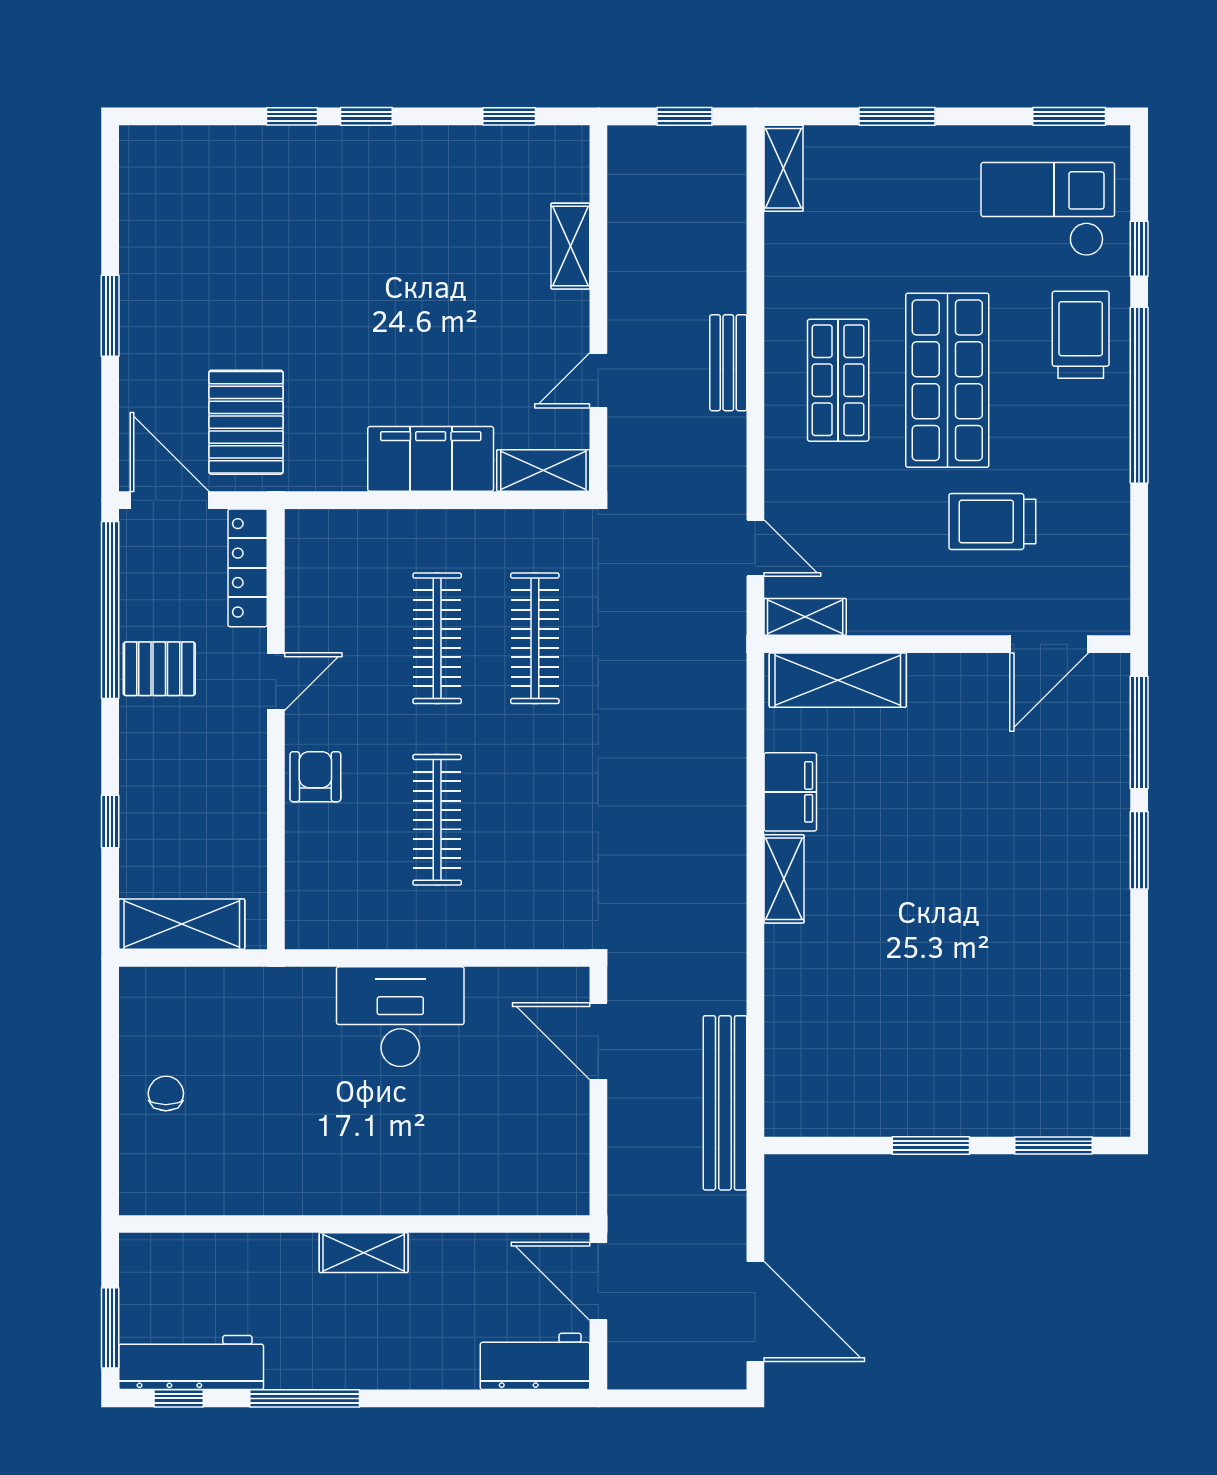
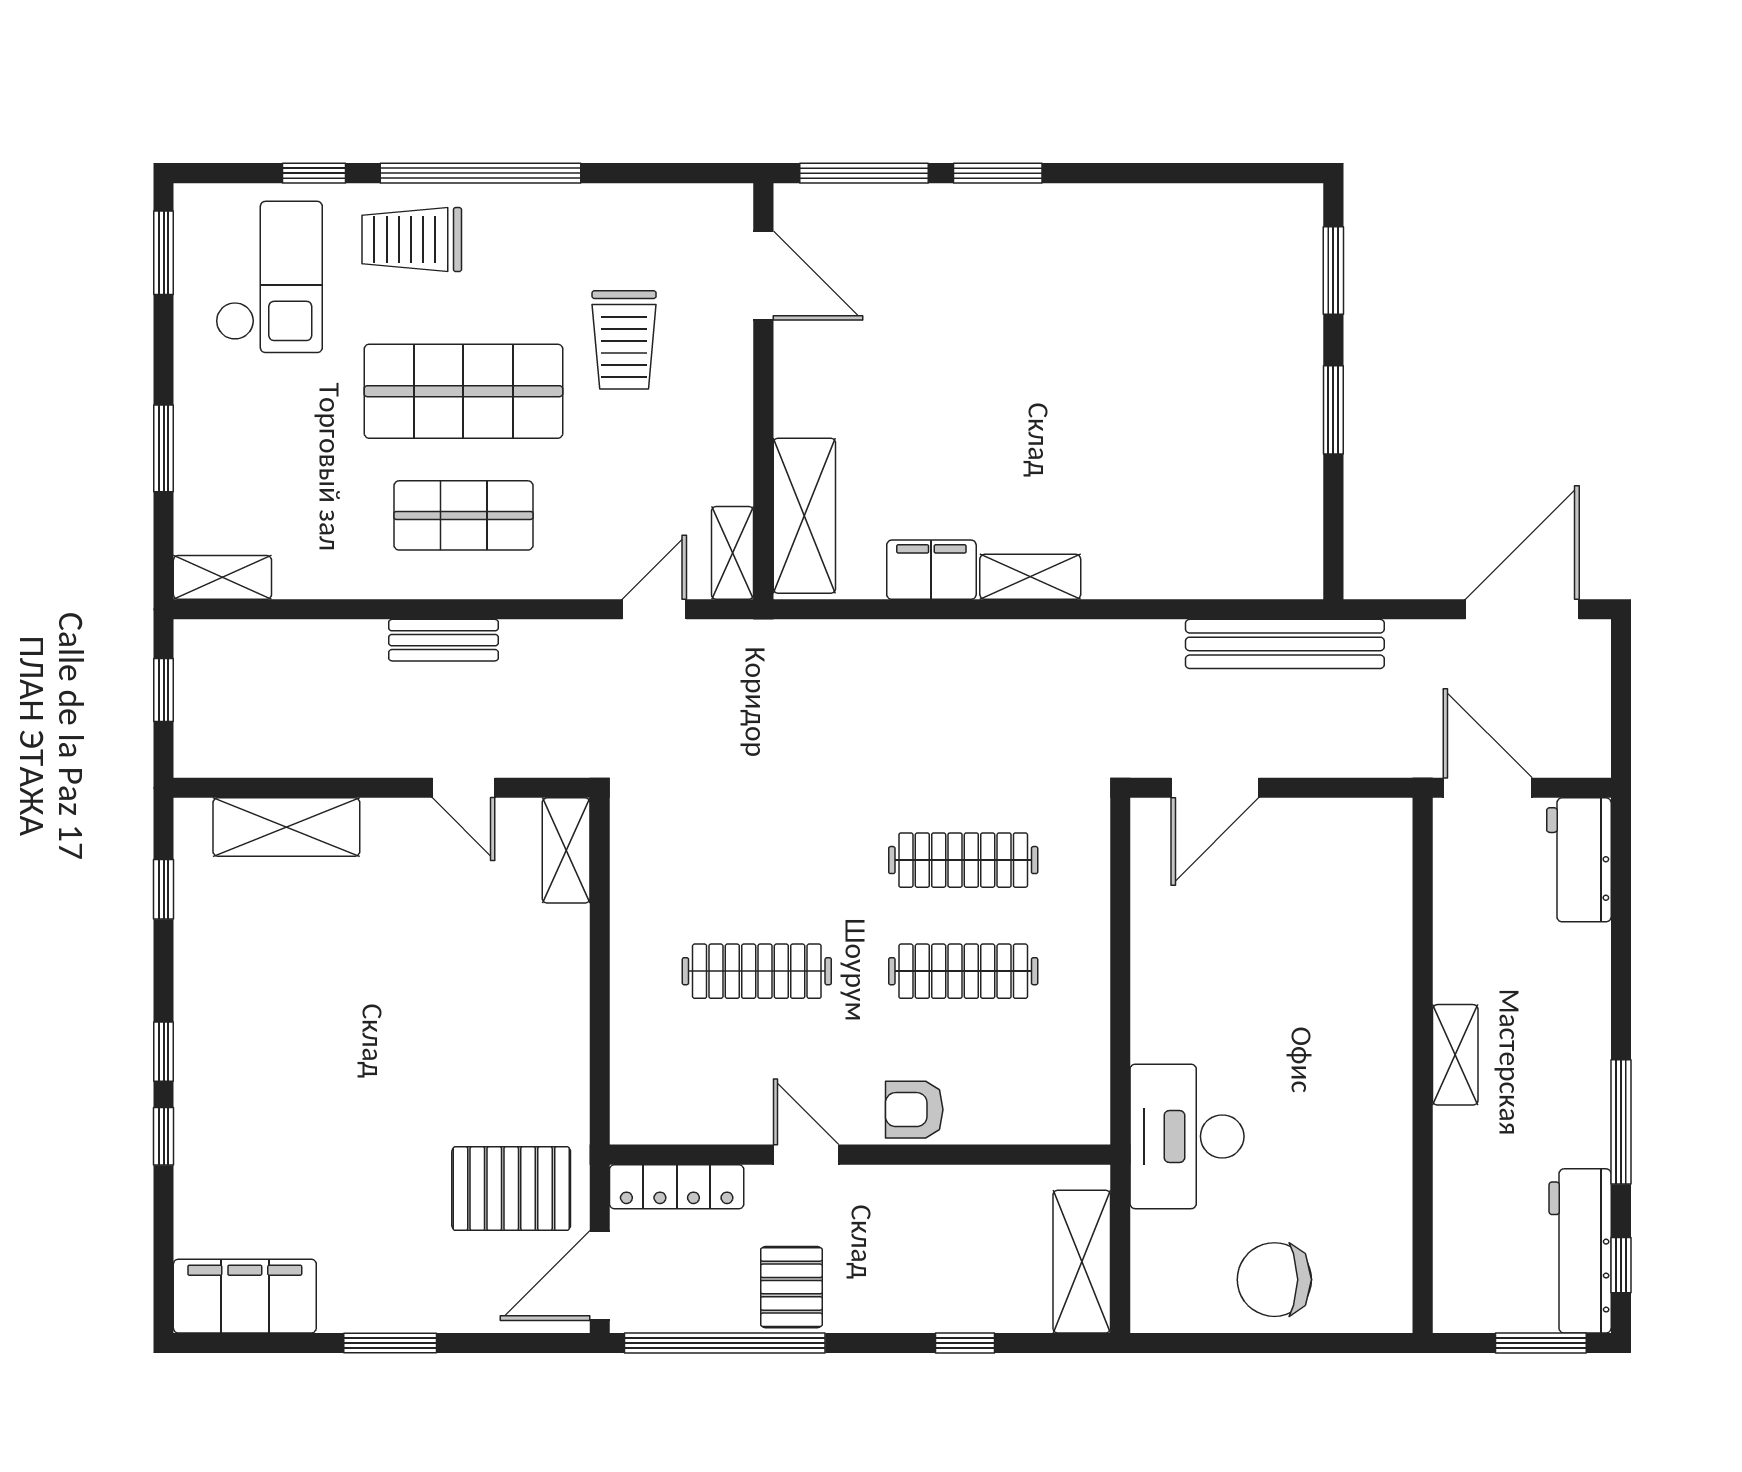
checkout: (1048, 209) -> (269, 277), turned 180
shelving: (570, 246) -> (286, 827), width x1.50, depth x1.33
filing cabinet: (431, 459) -> (245, 1296), moved, turned 90
clothes rail: (535, 638) -> (963, 860), moved
desk: (400, 1017) -> (1187, 1136), moved
chair: (166, 1094) -> (1274, 1280), width x1.87, depth x1.87
door: (598, 1281) -> (1488, 788), swing flipped

